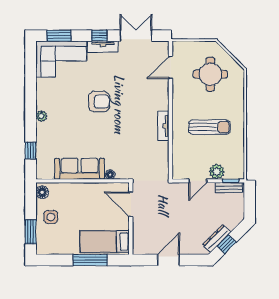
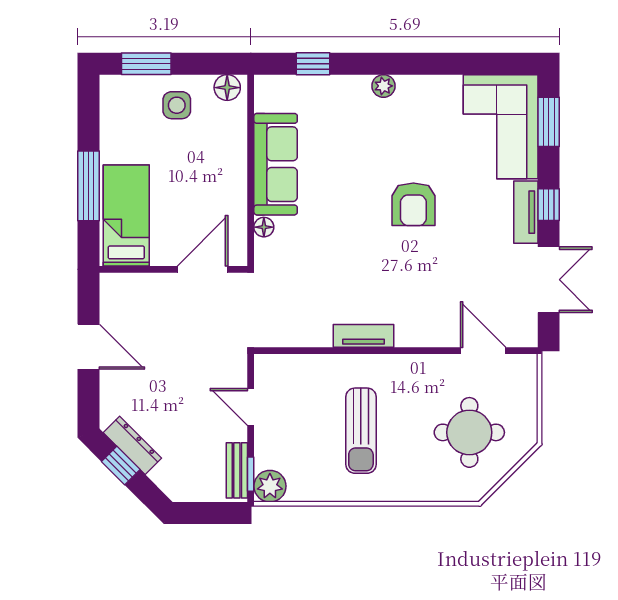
plant: (217, 172) -> (270, 486), moved

